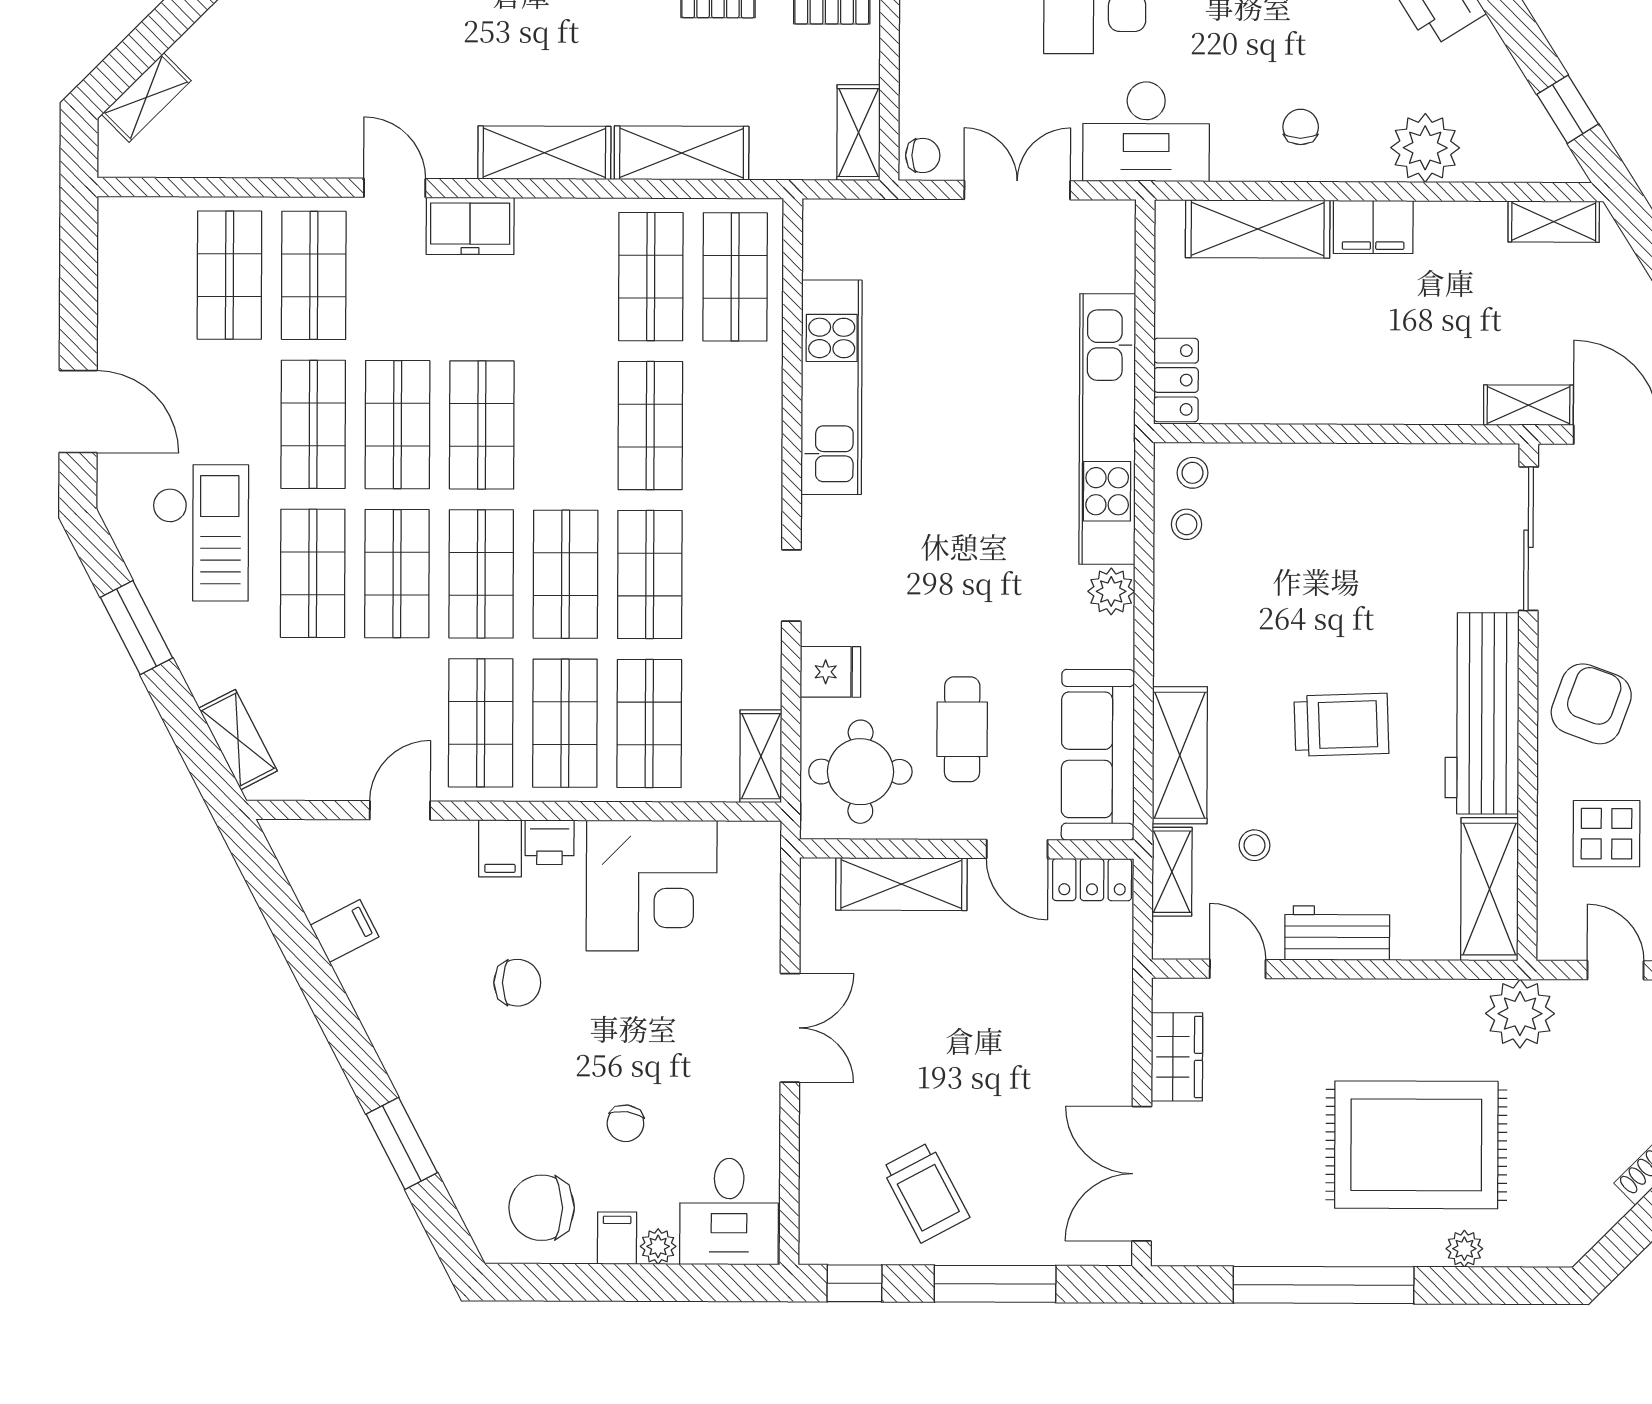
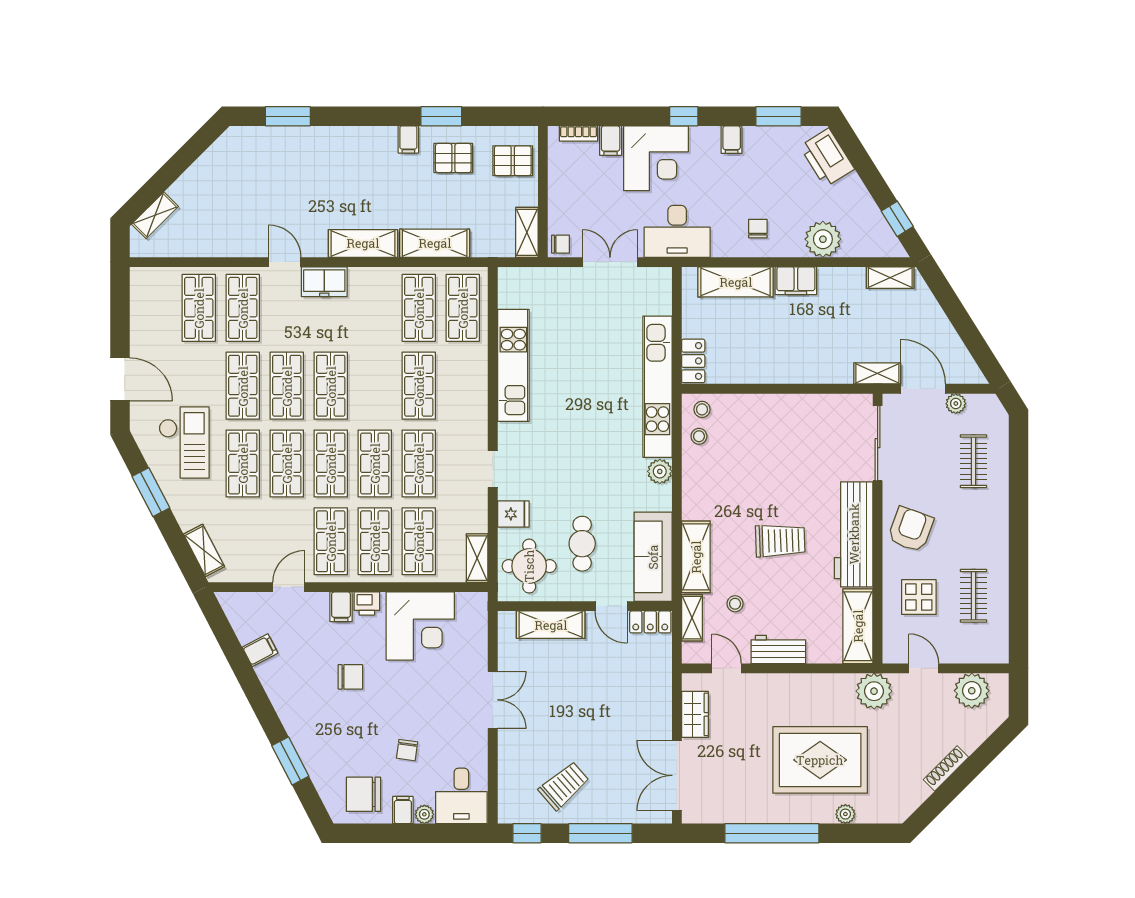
trolley: (926, 1192) -> (564, 786), turned -103

